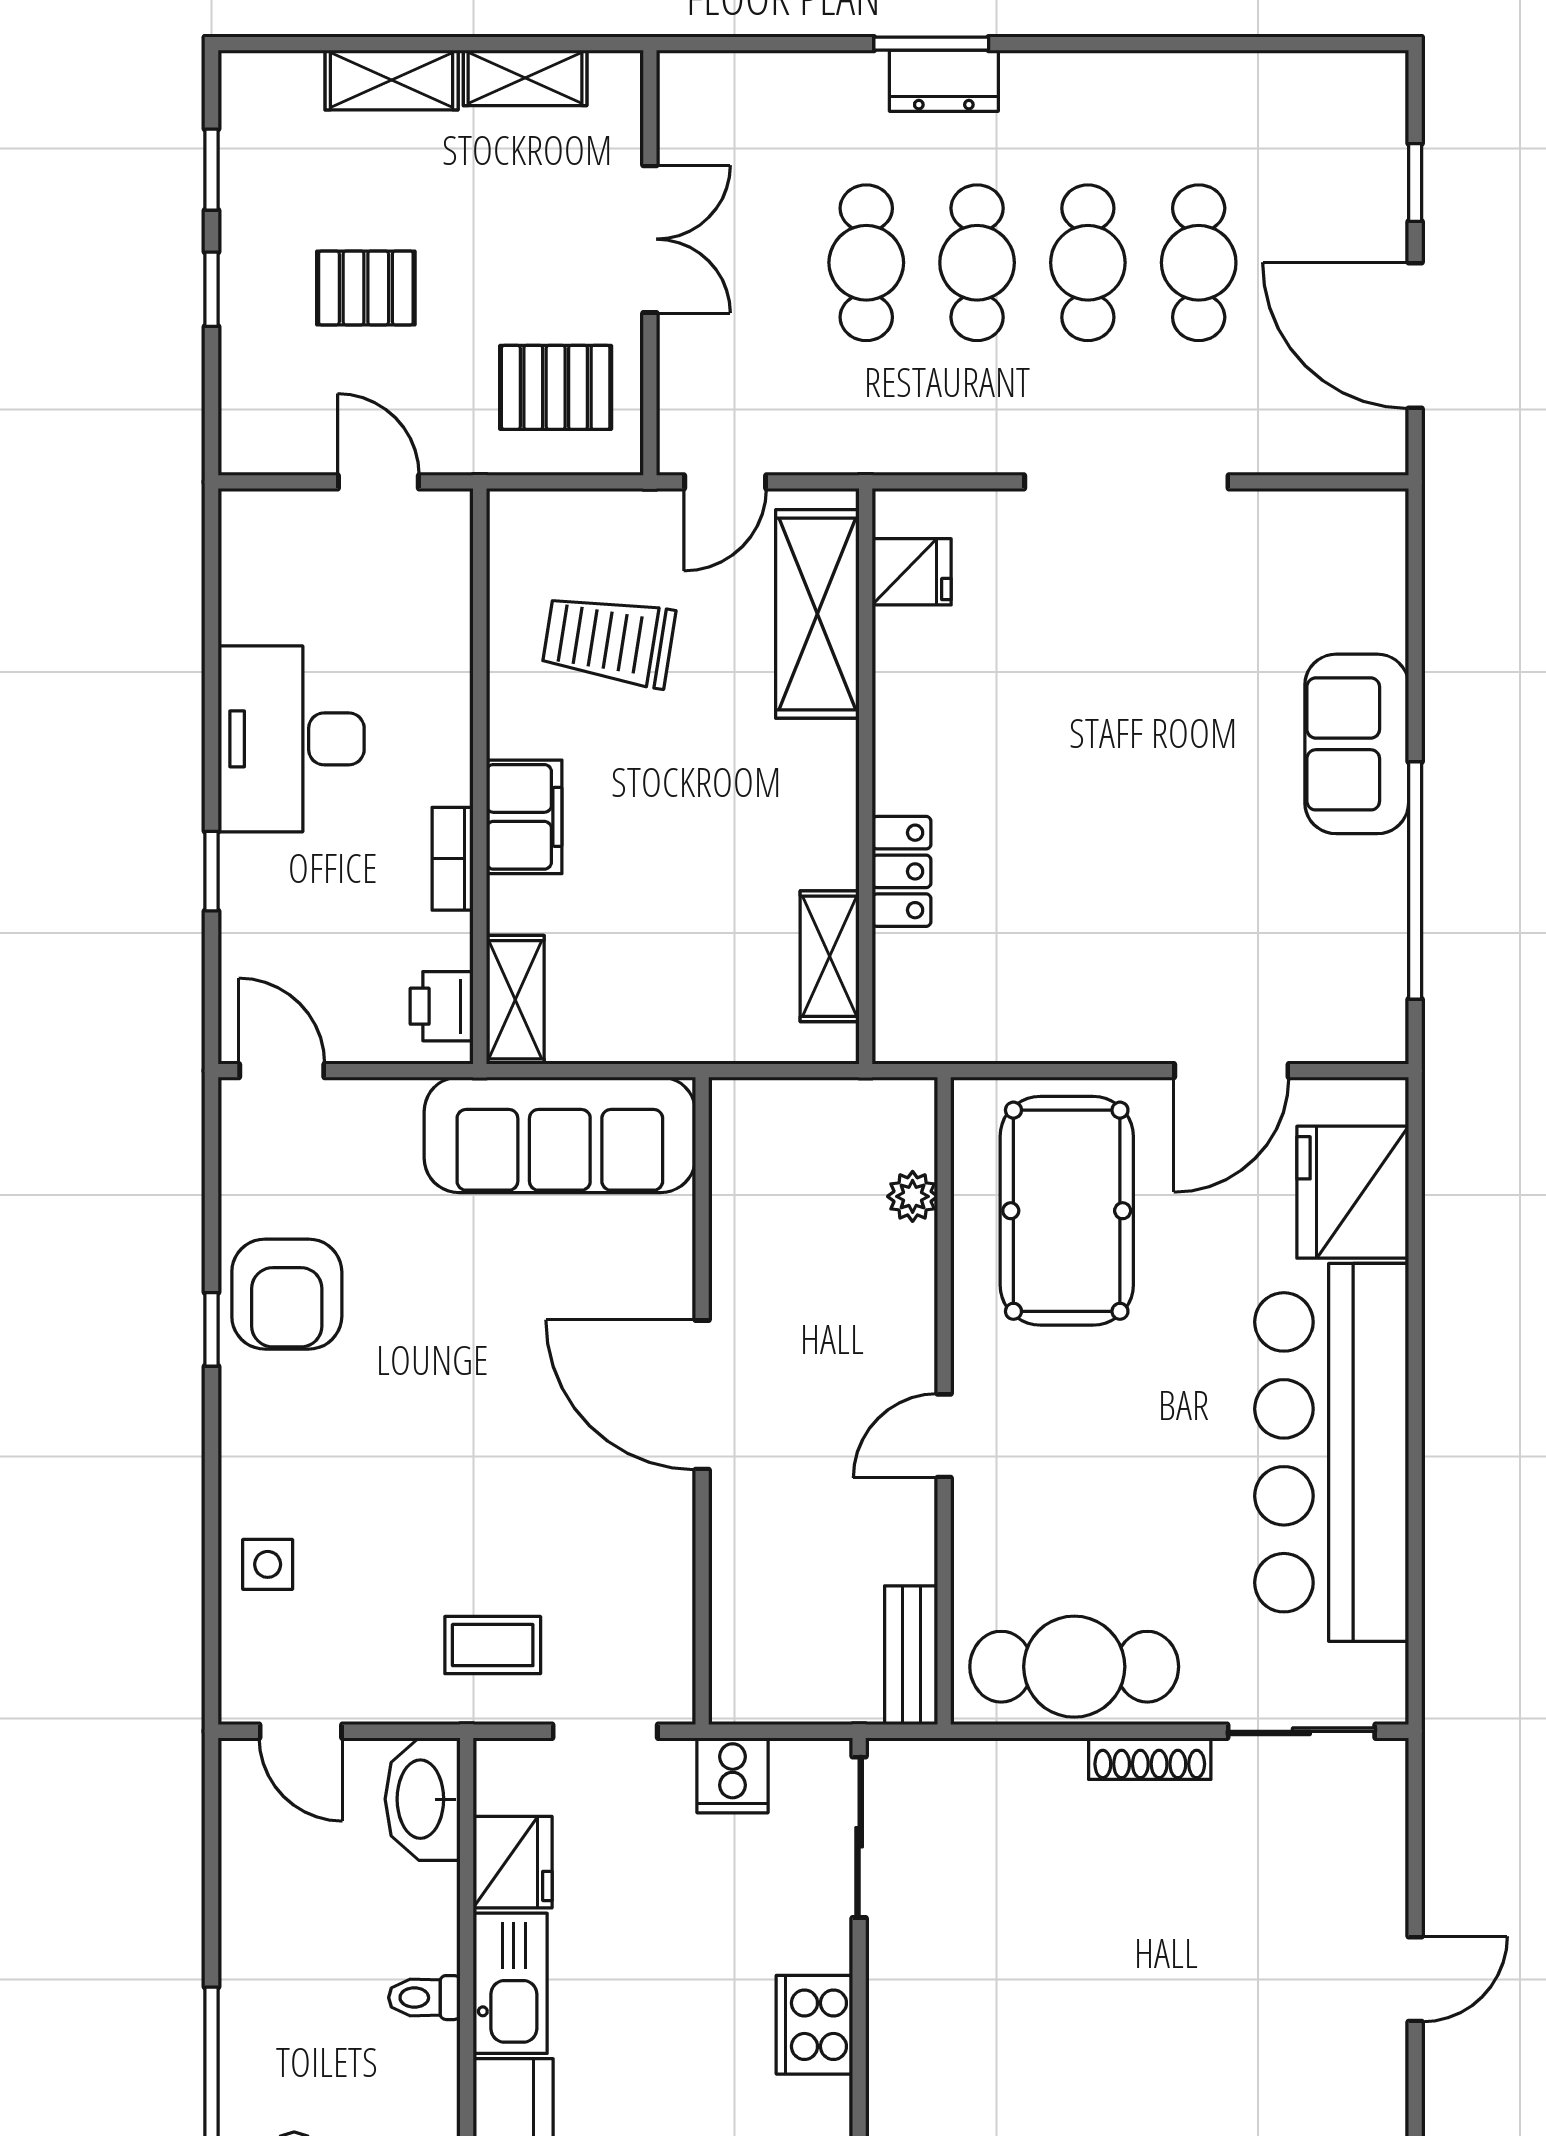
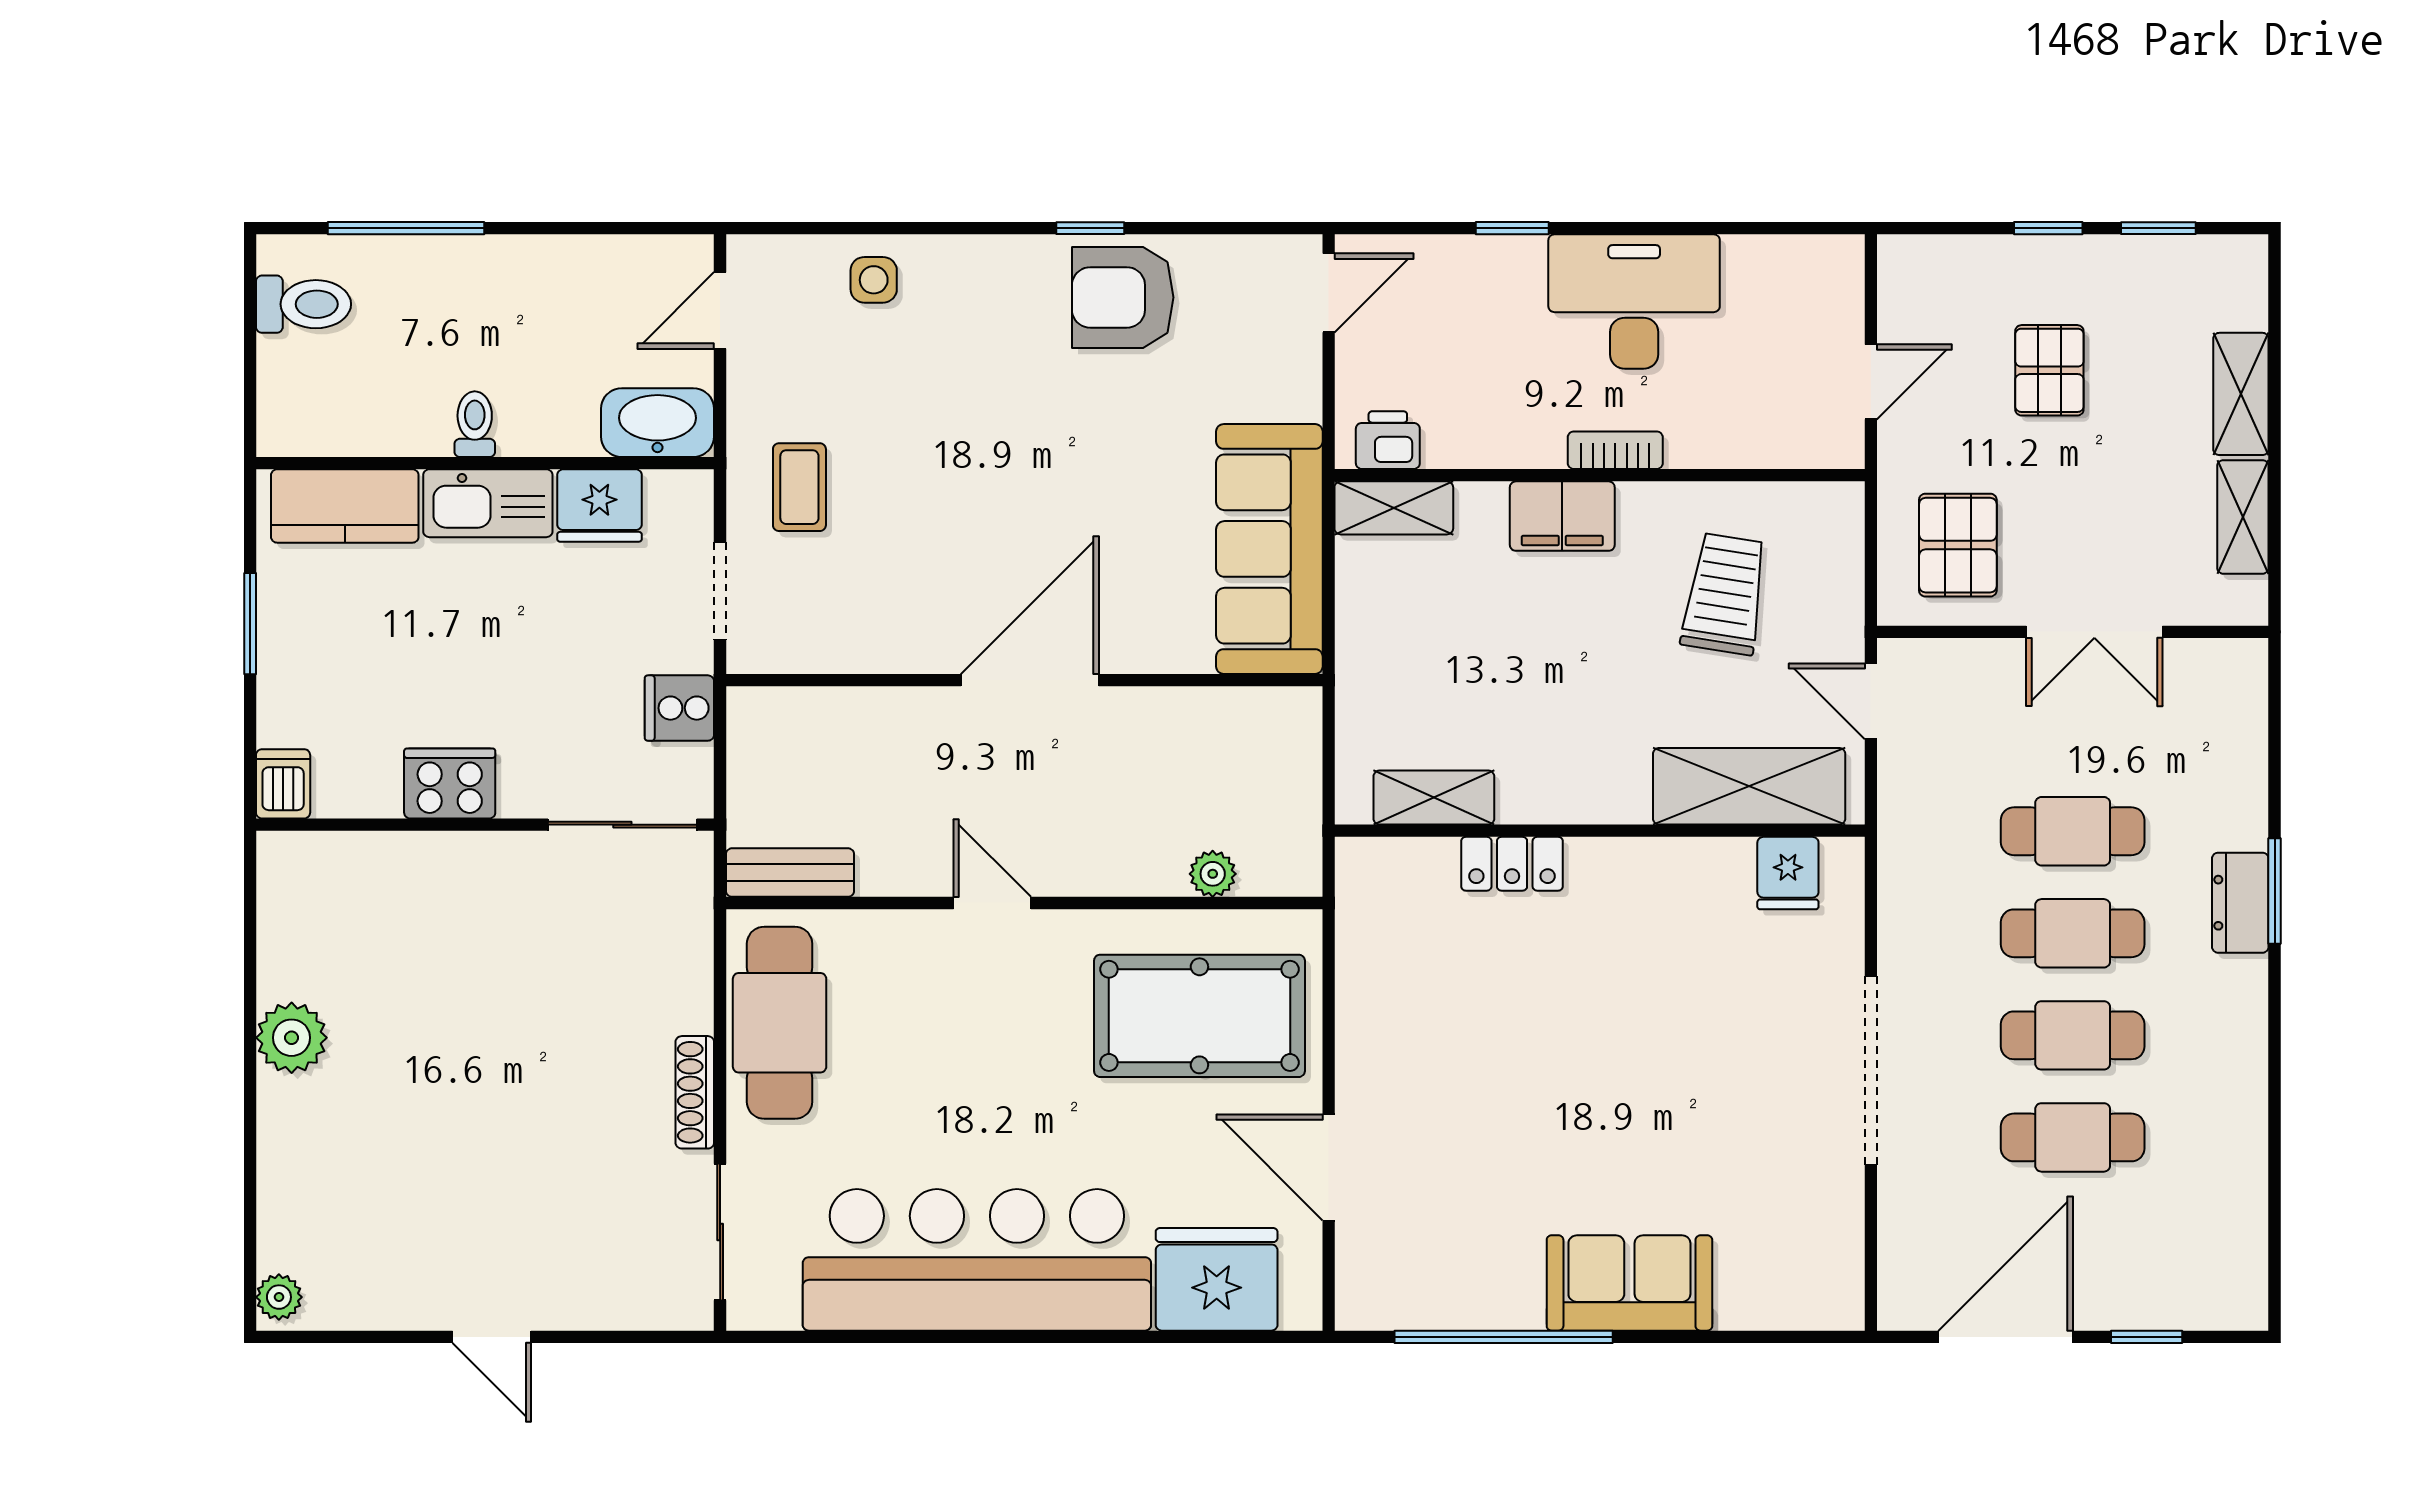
bookcase: (453, 859) -> (1615, 450), moved

